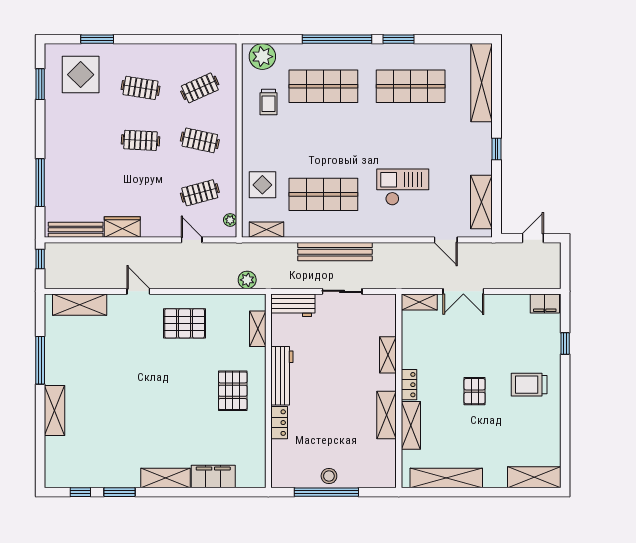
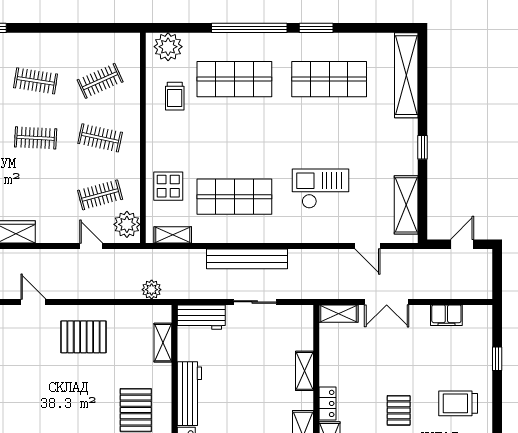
plant: (230, 220) -> (127, 224), width x1.88, depth x1.88
filing cabinet: (545, 304) -> (446, 315), moved

